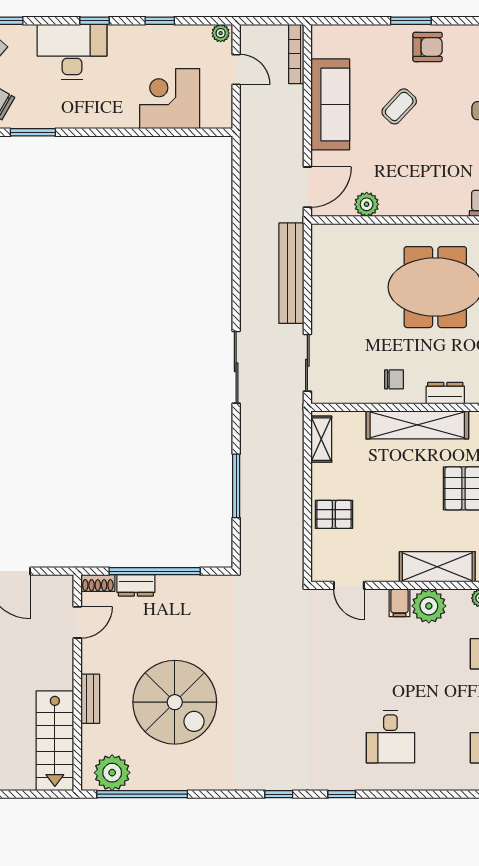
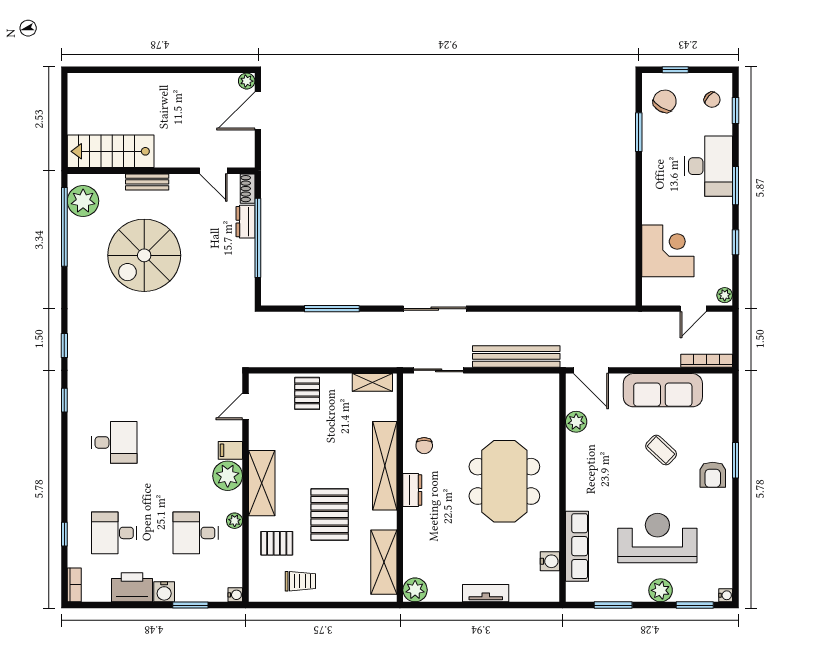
window: (94, 21) -> (735, 186), width x1.50
desk: (390, 737) -> (114, 442), turned 180

